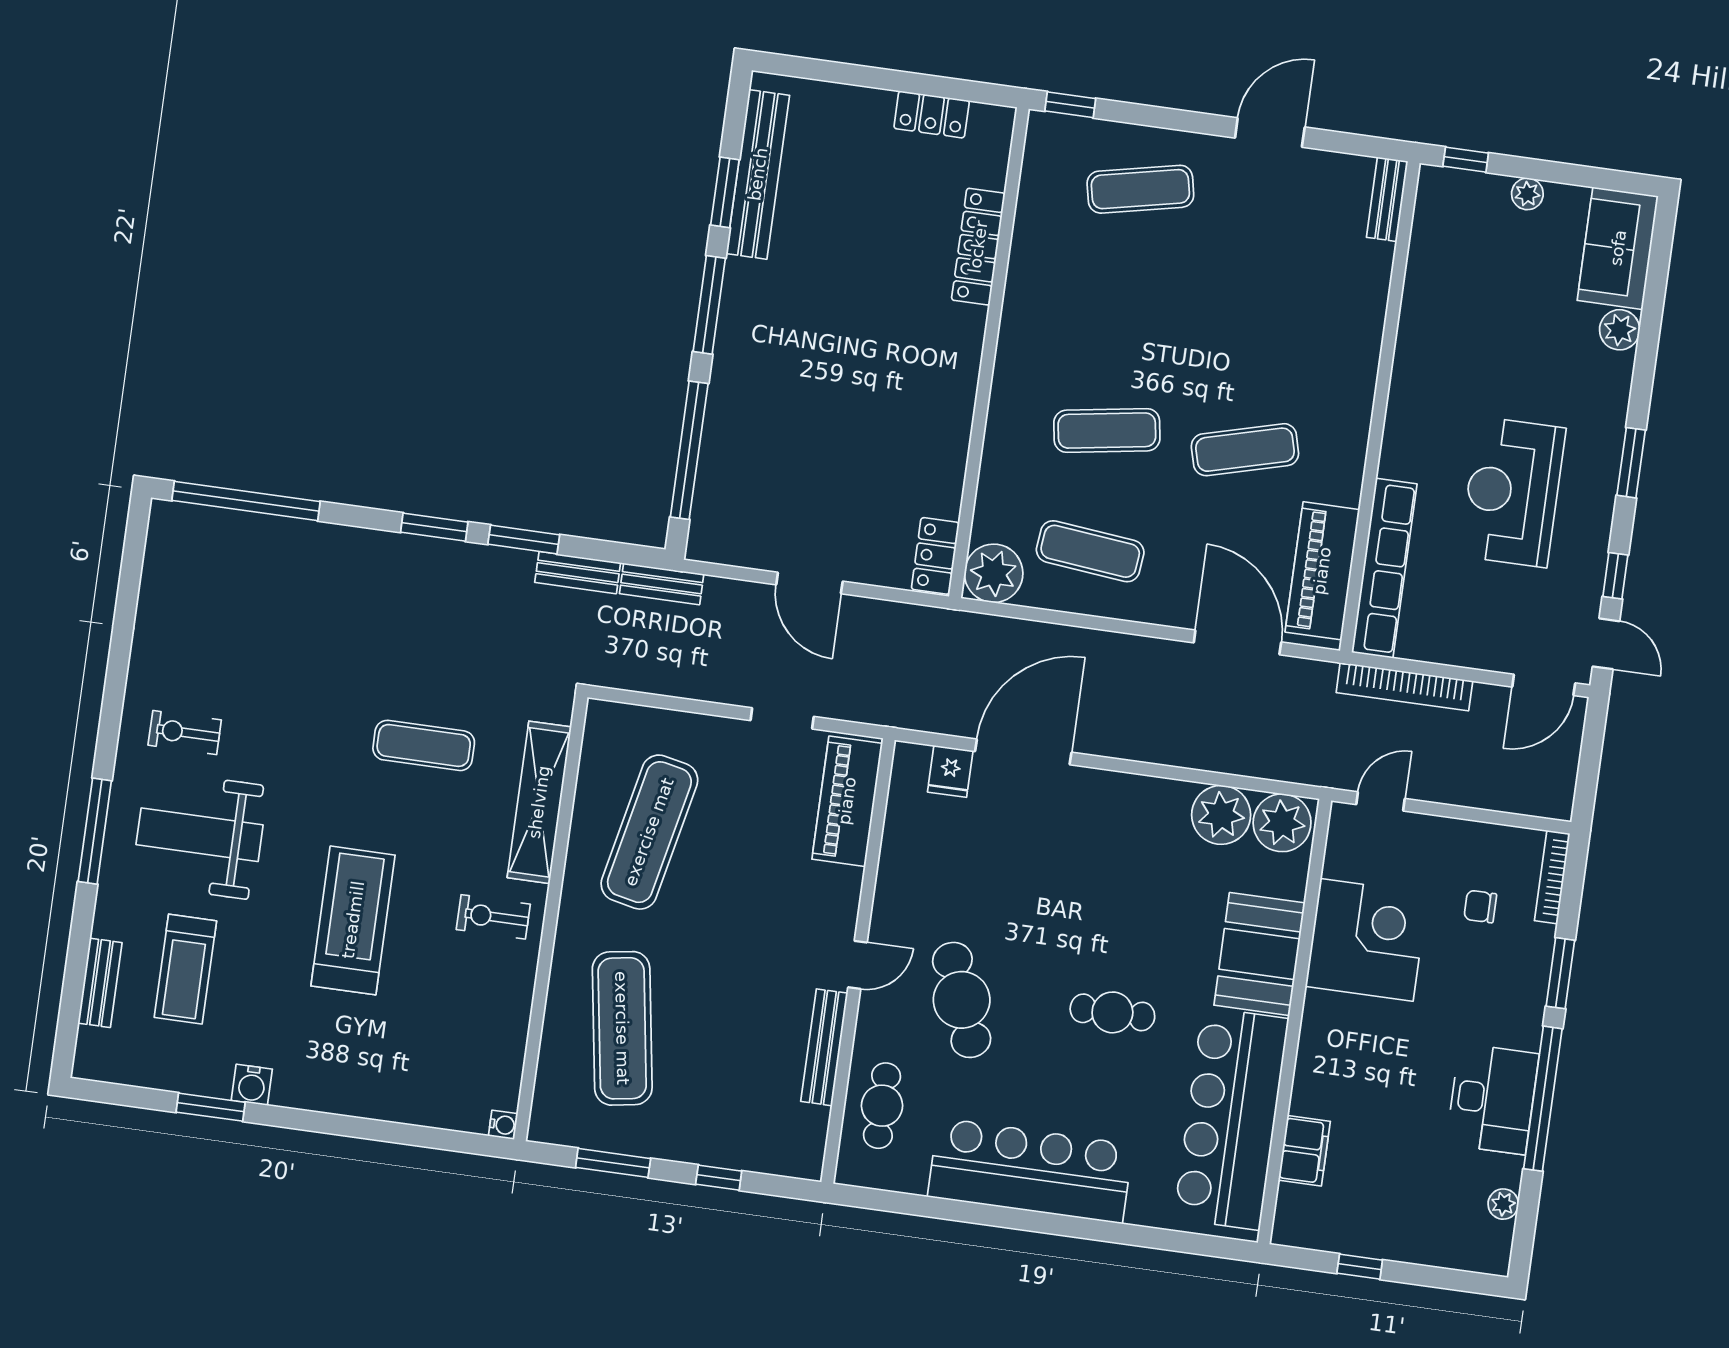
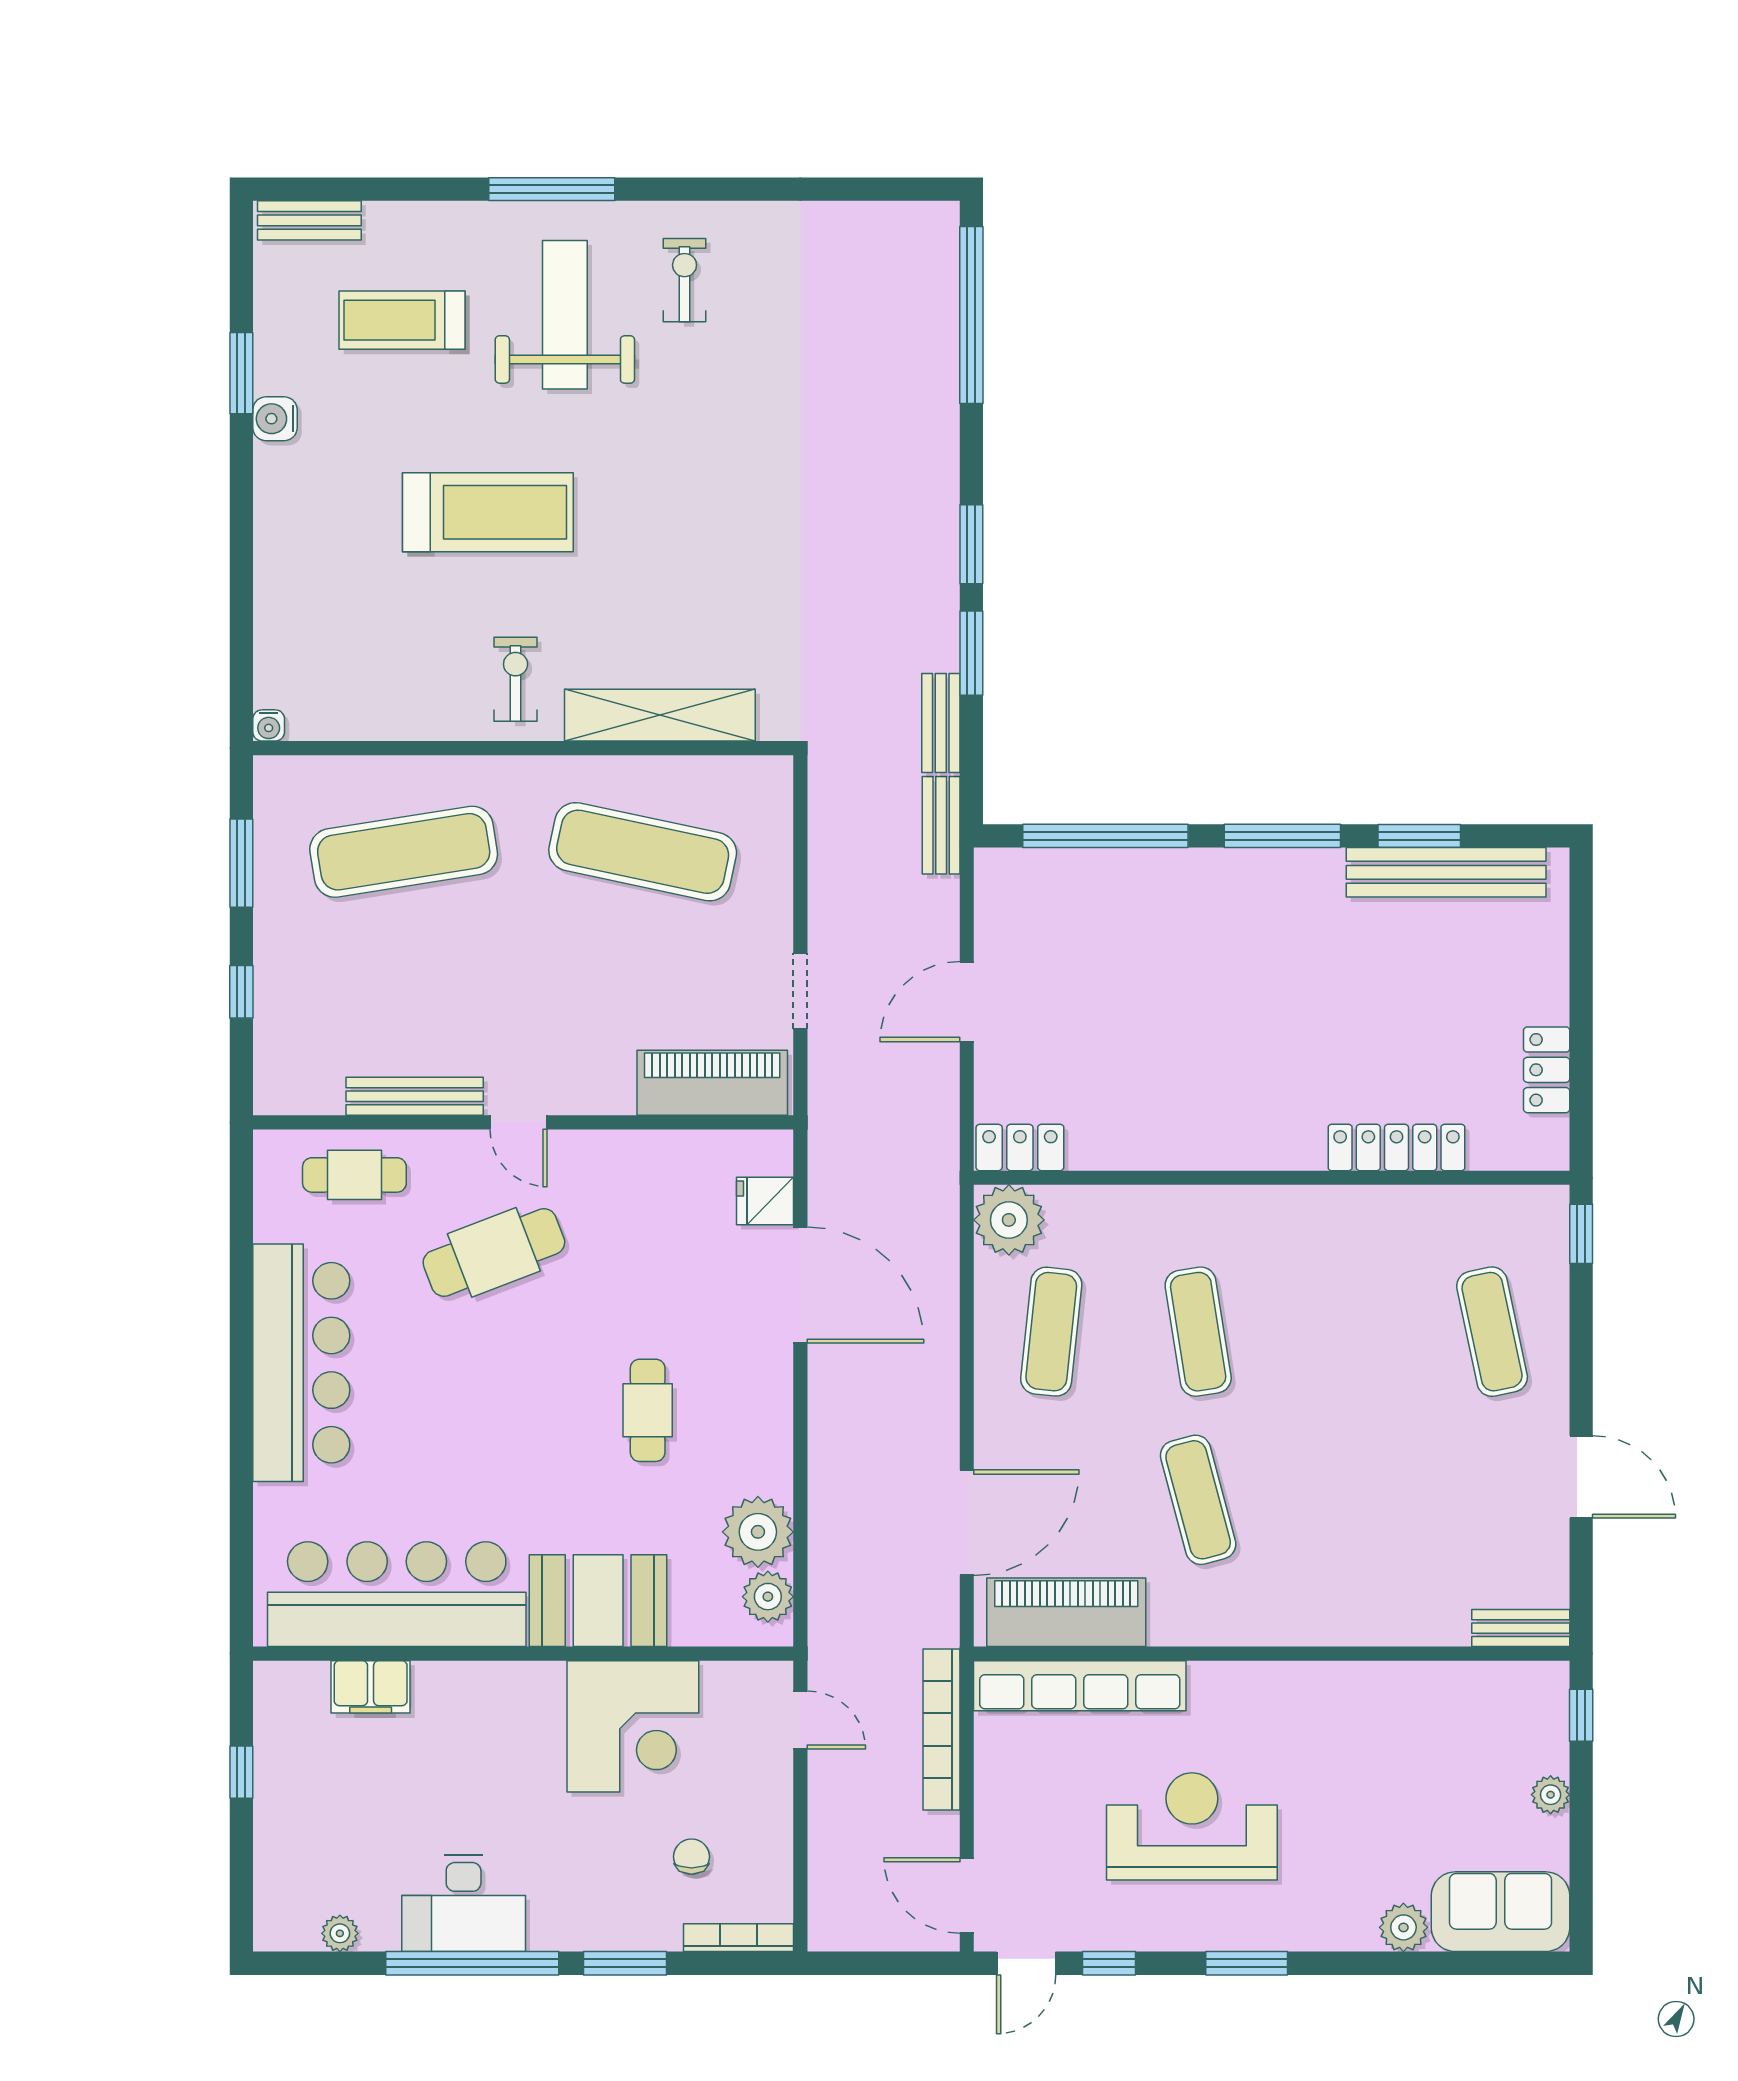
exercise mat: (424, 745) -> (709, 568), removed
plant: (1282, 823) -> (768, 1597), width x0.73, depth x0.73
bench: (100, 983) -> (309, 220), moved
cafe table: (1112, 1012) -> (648, 1410), moved

